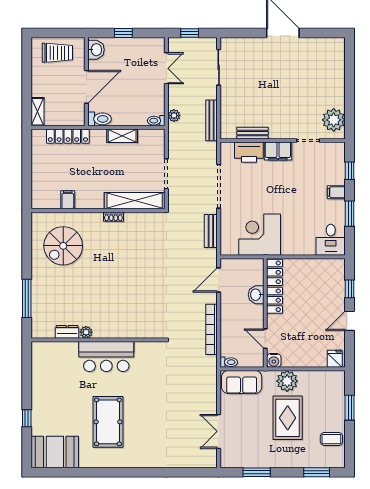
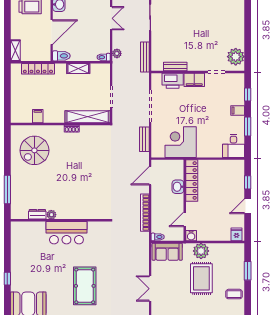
door: (265, 339) -> (185, 219), hinge flipped
pool table: (108, 422) -> (85, 286), moved

